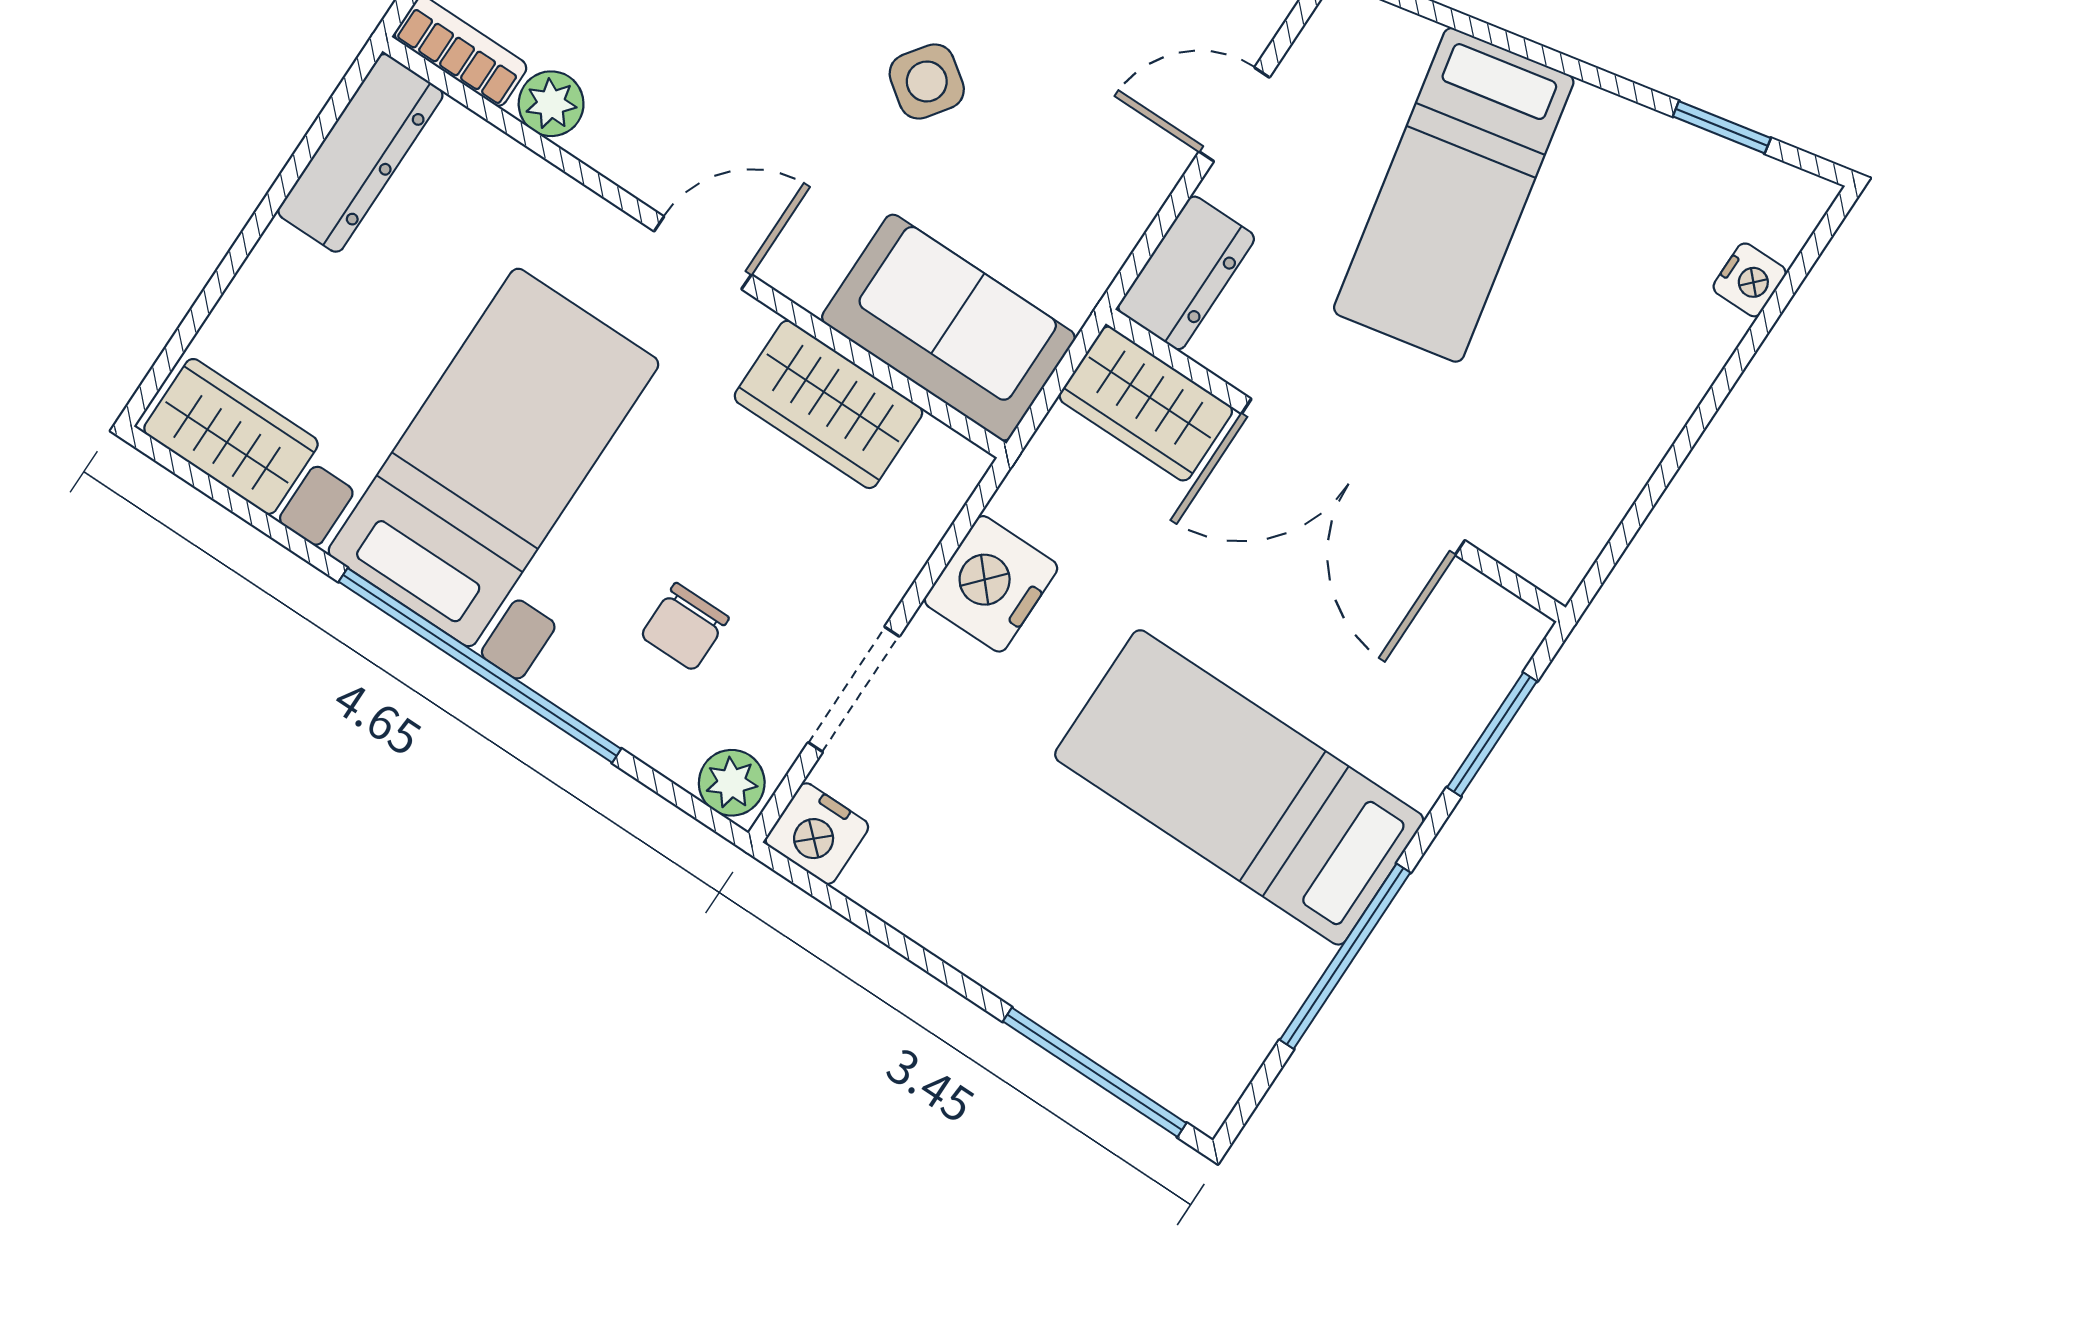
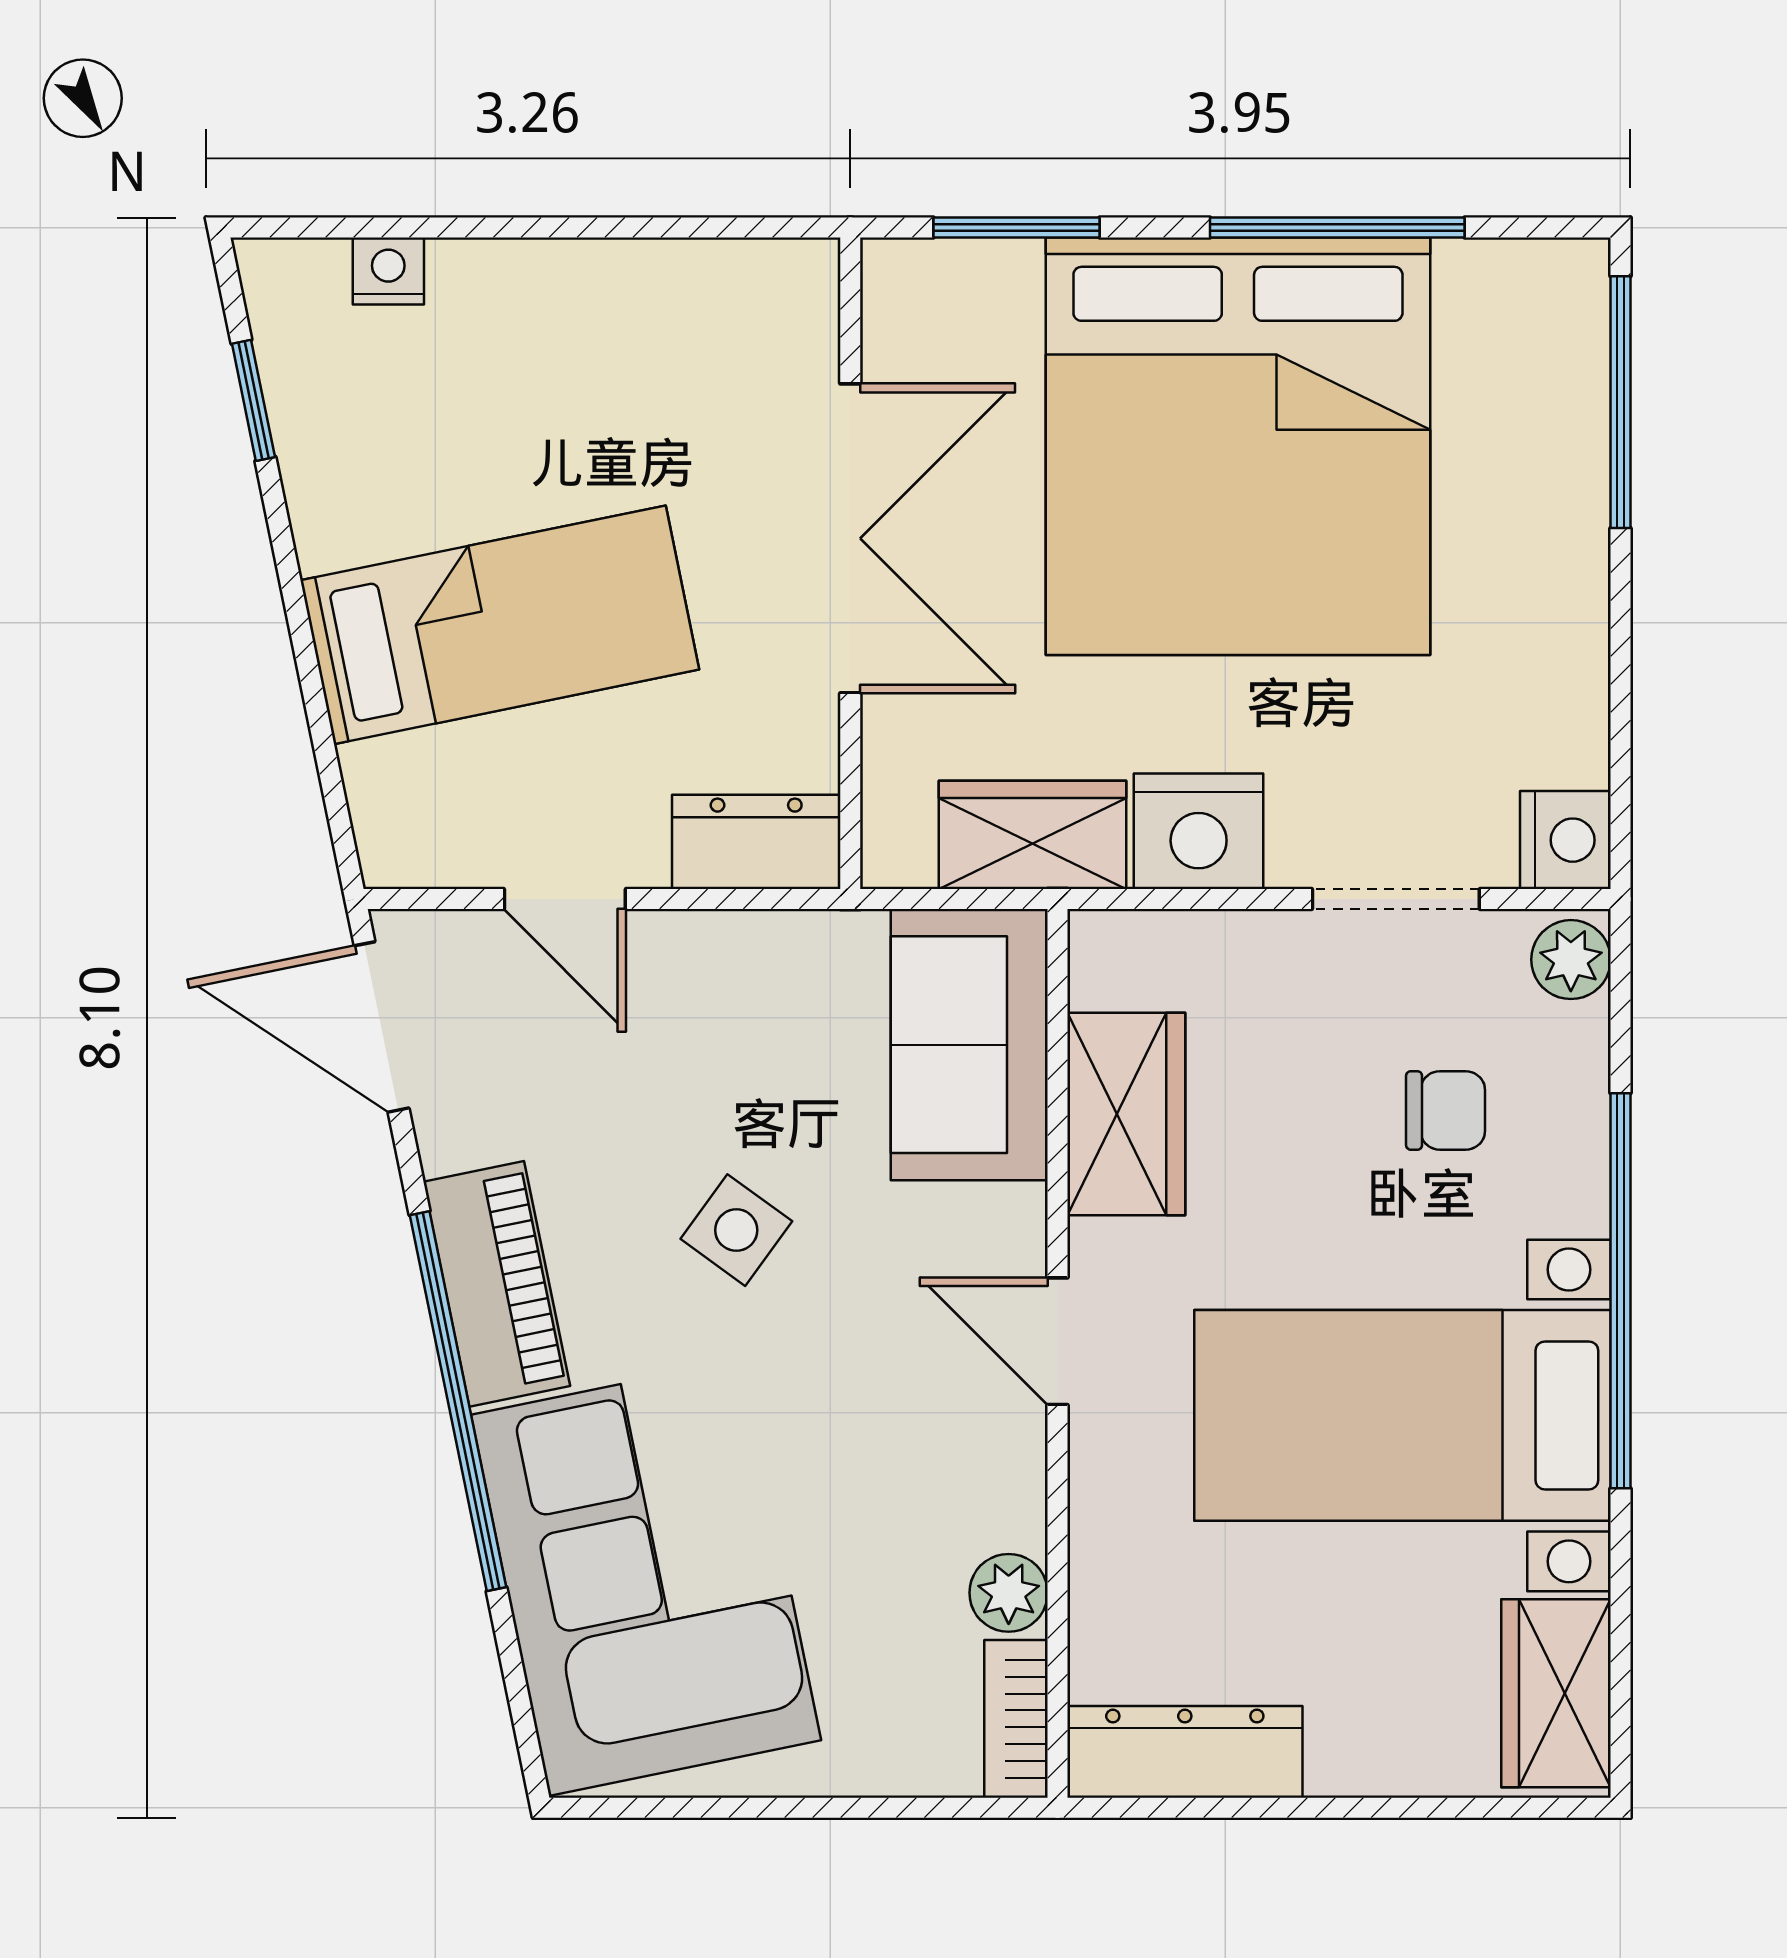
wardrobe: (1146, 404) -> (1032, 835), moved, turned -90
bed: (1239, 787) -> (1238, 446), width x2.04

